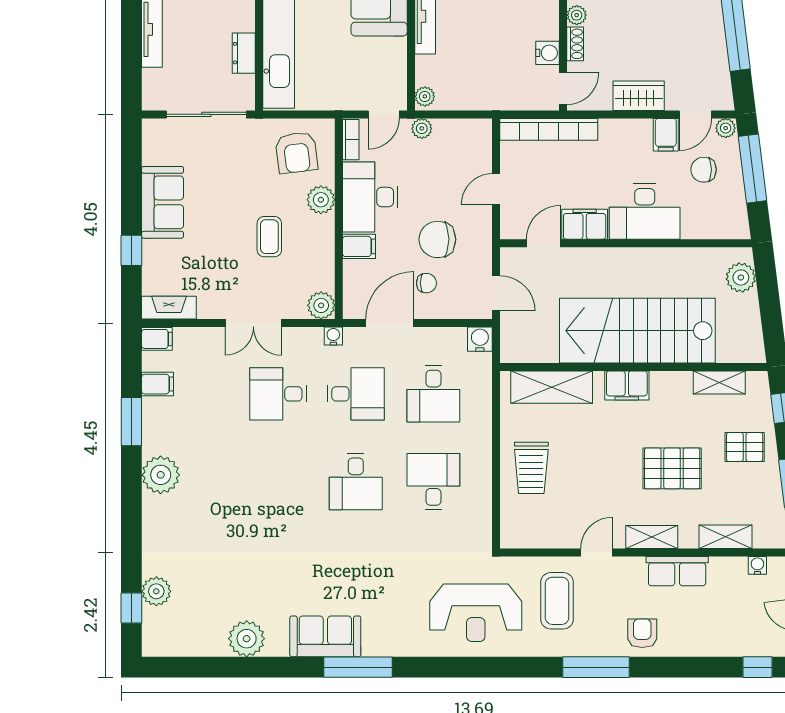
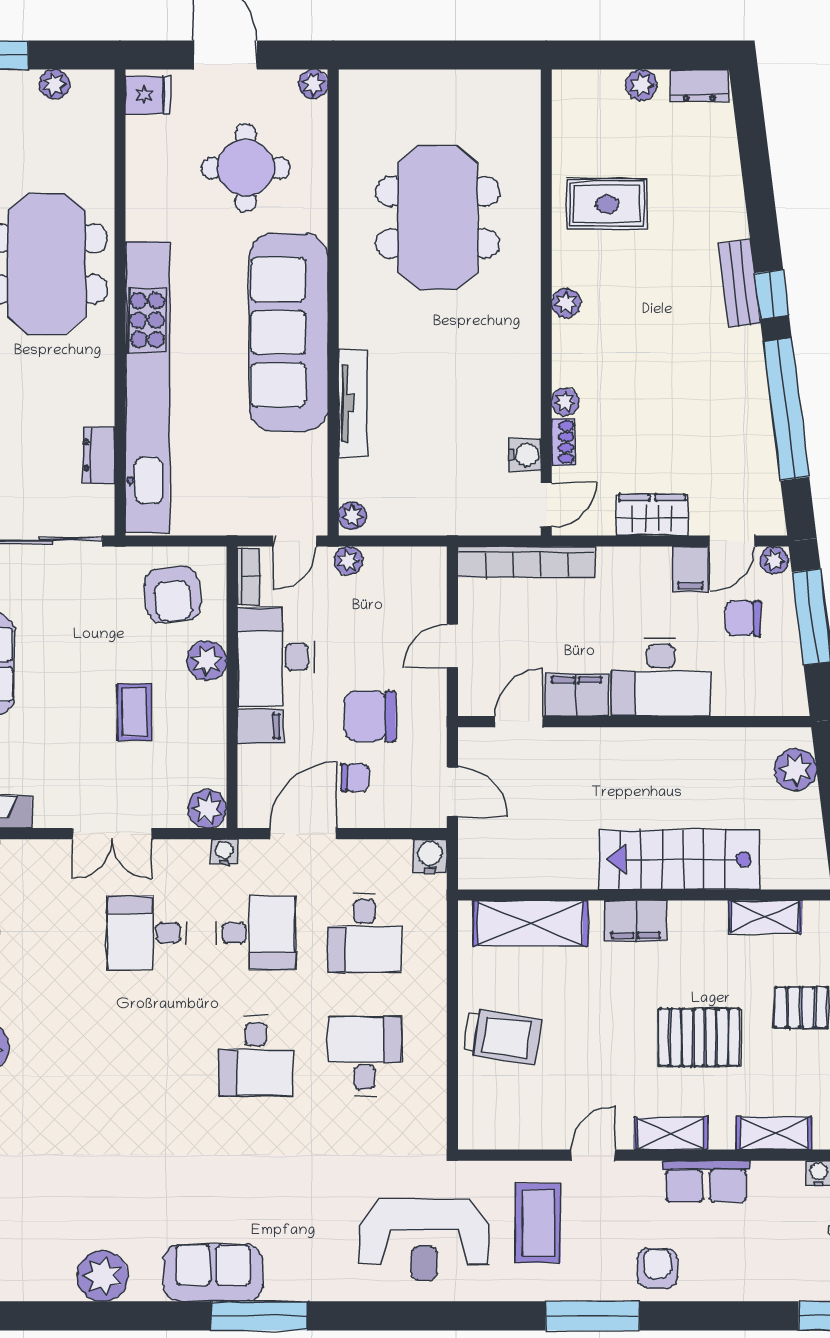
stairs: (637, 331) -> (680, 859), width x0.73, depth x0.66
trolley: (531, 468) -> (502, 1037), turned -81

